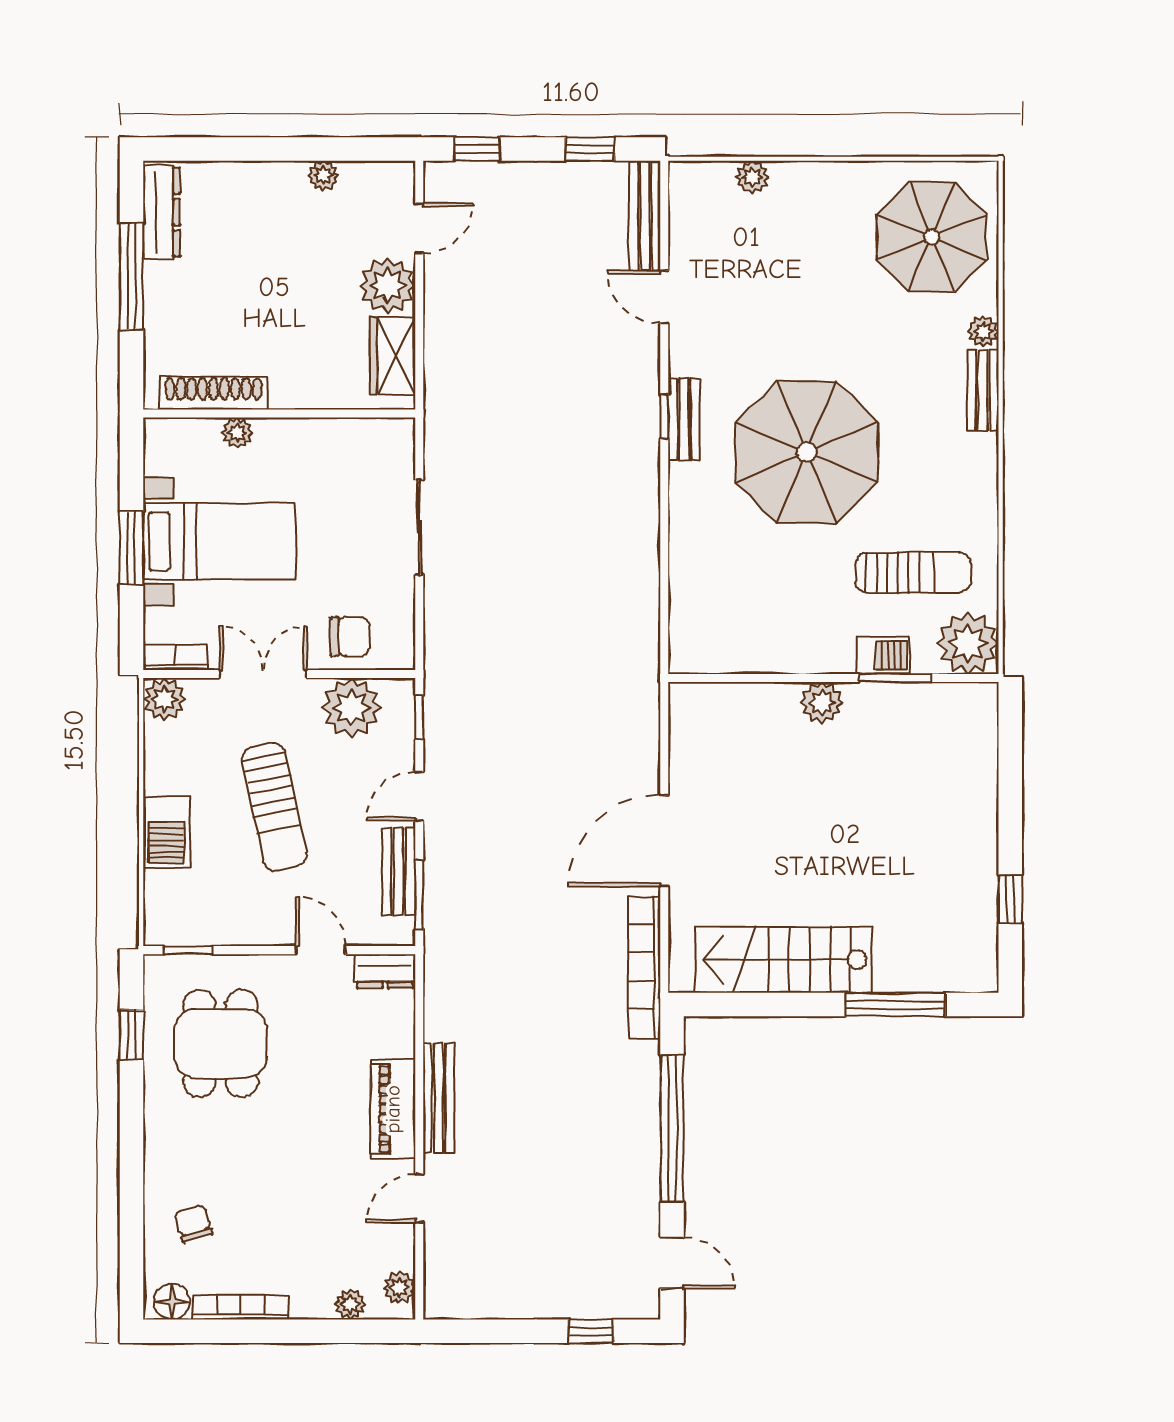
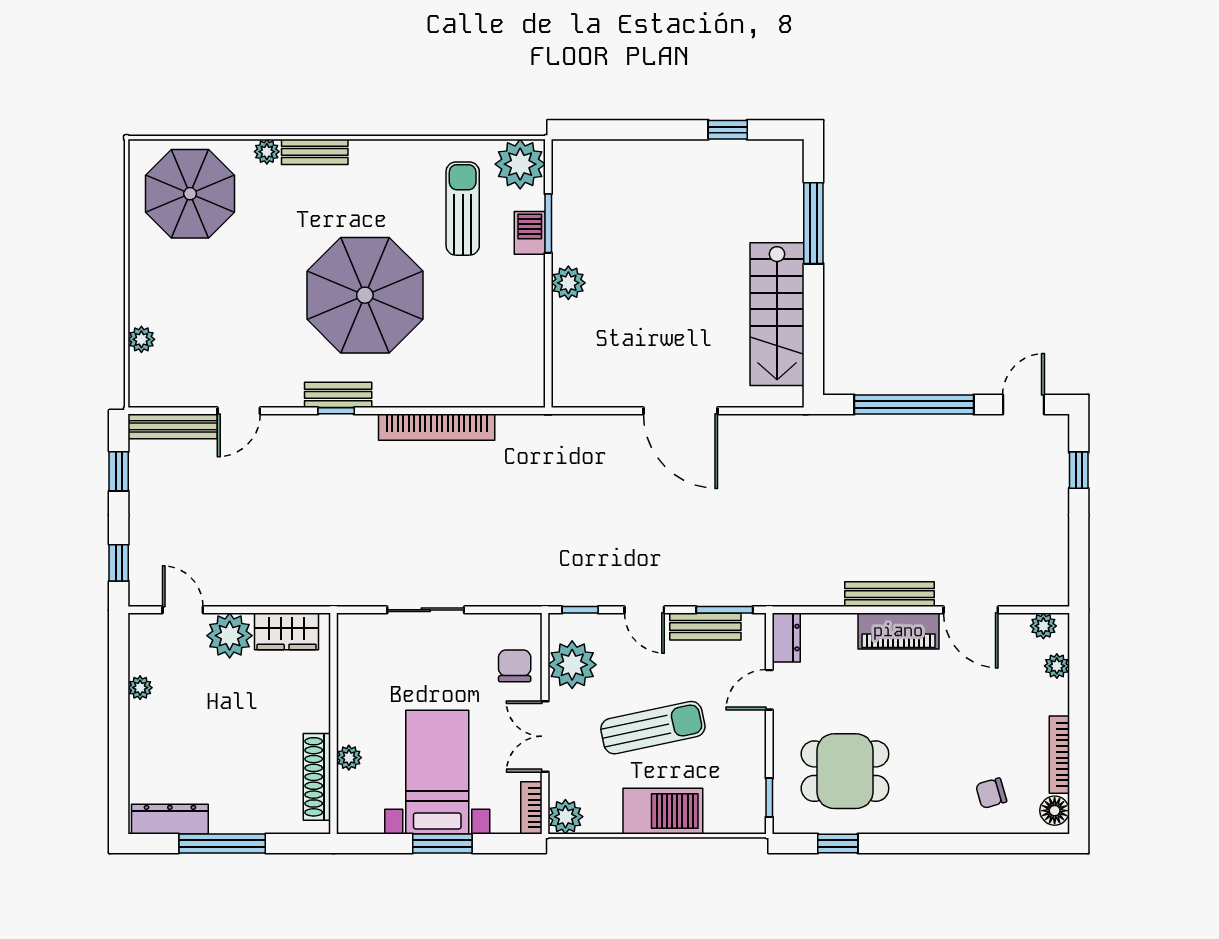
barbecue: (167, 832) -> (663, 811), width x1.37, depth x1.21
bookcase: (644, 967) -> (437, 427), moved
door: (419, 1198) -> (971, 610), width x1.38

